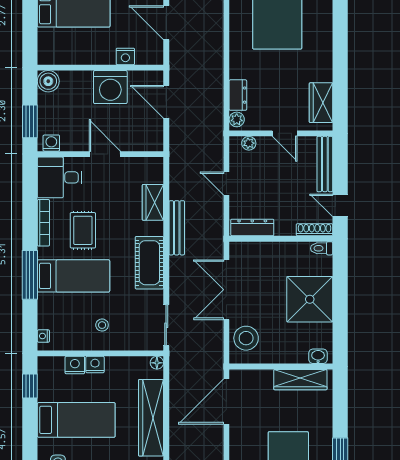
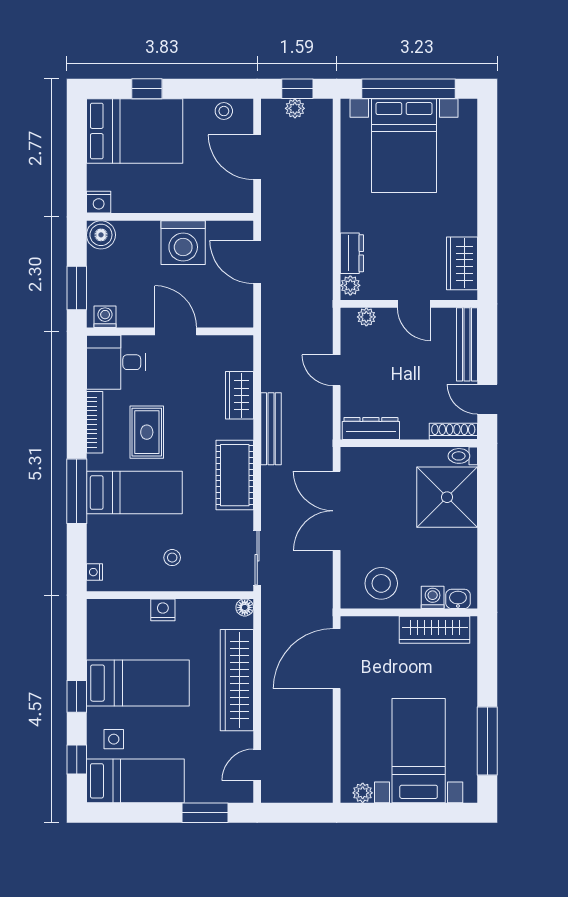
nightstand: (125, 56) -> (99, 202), moved
shower: (310, 299) -> (447, 497), moved
stool: (246, 338) -> (381, 583), moved
washing machine: (299, 355) -> (433, 597), added
nightstand: (75, 365) -> (136, 610), removed
window: (30, 386) -> (77, 696), moved

